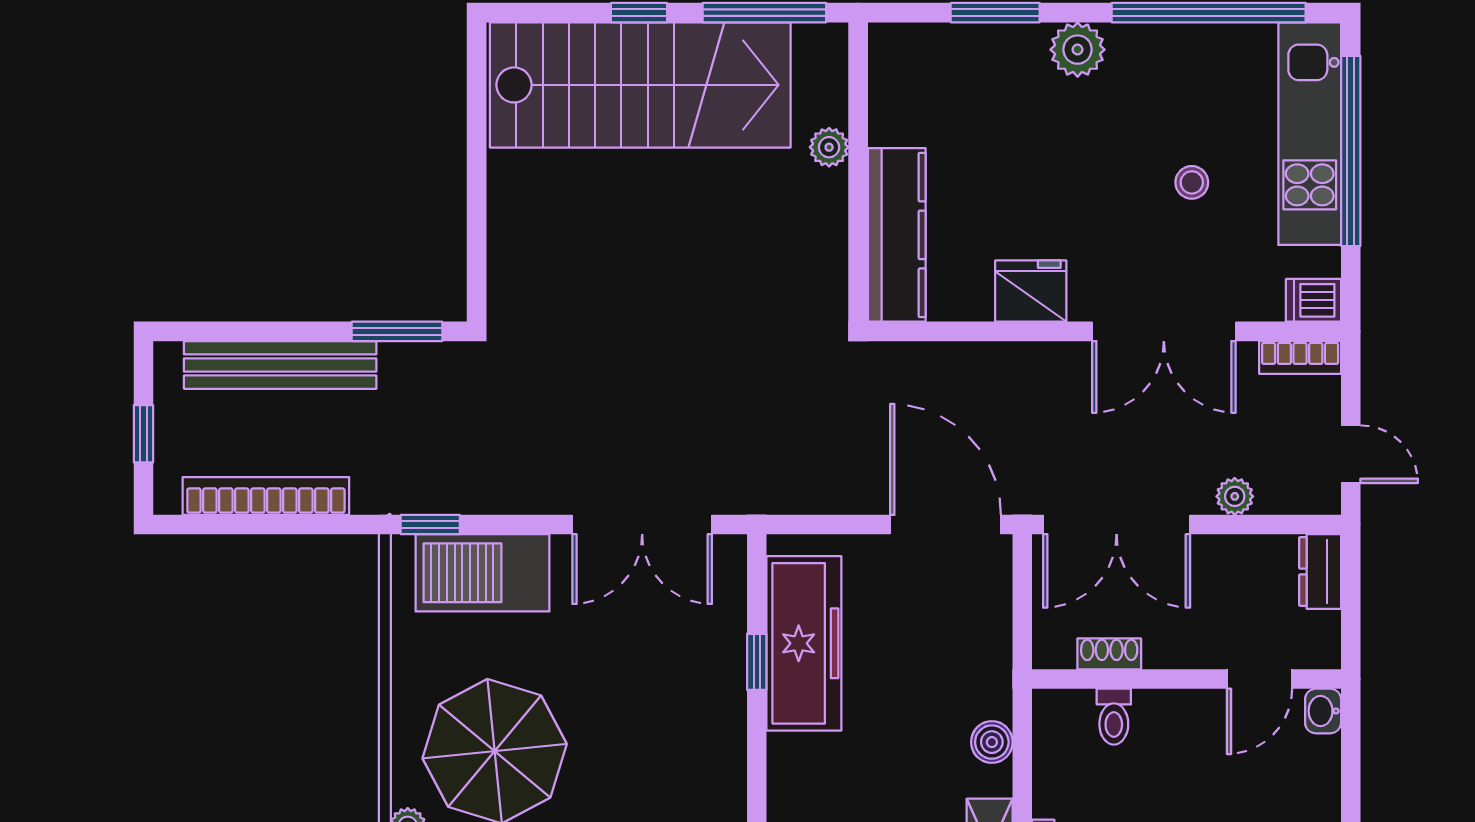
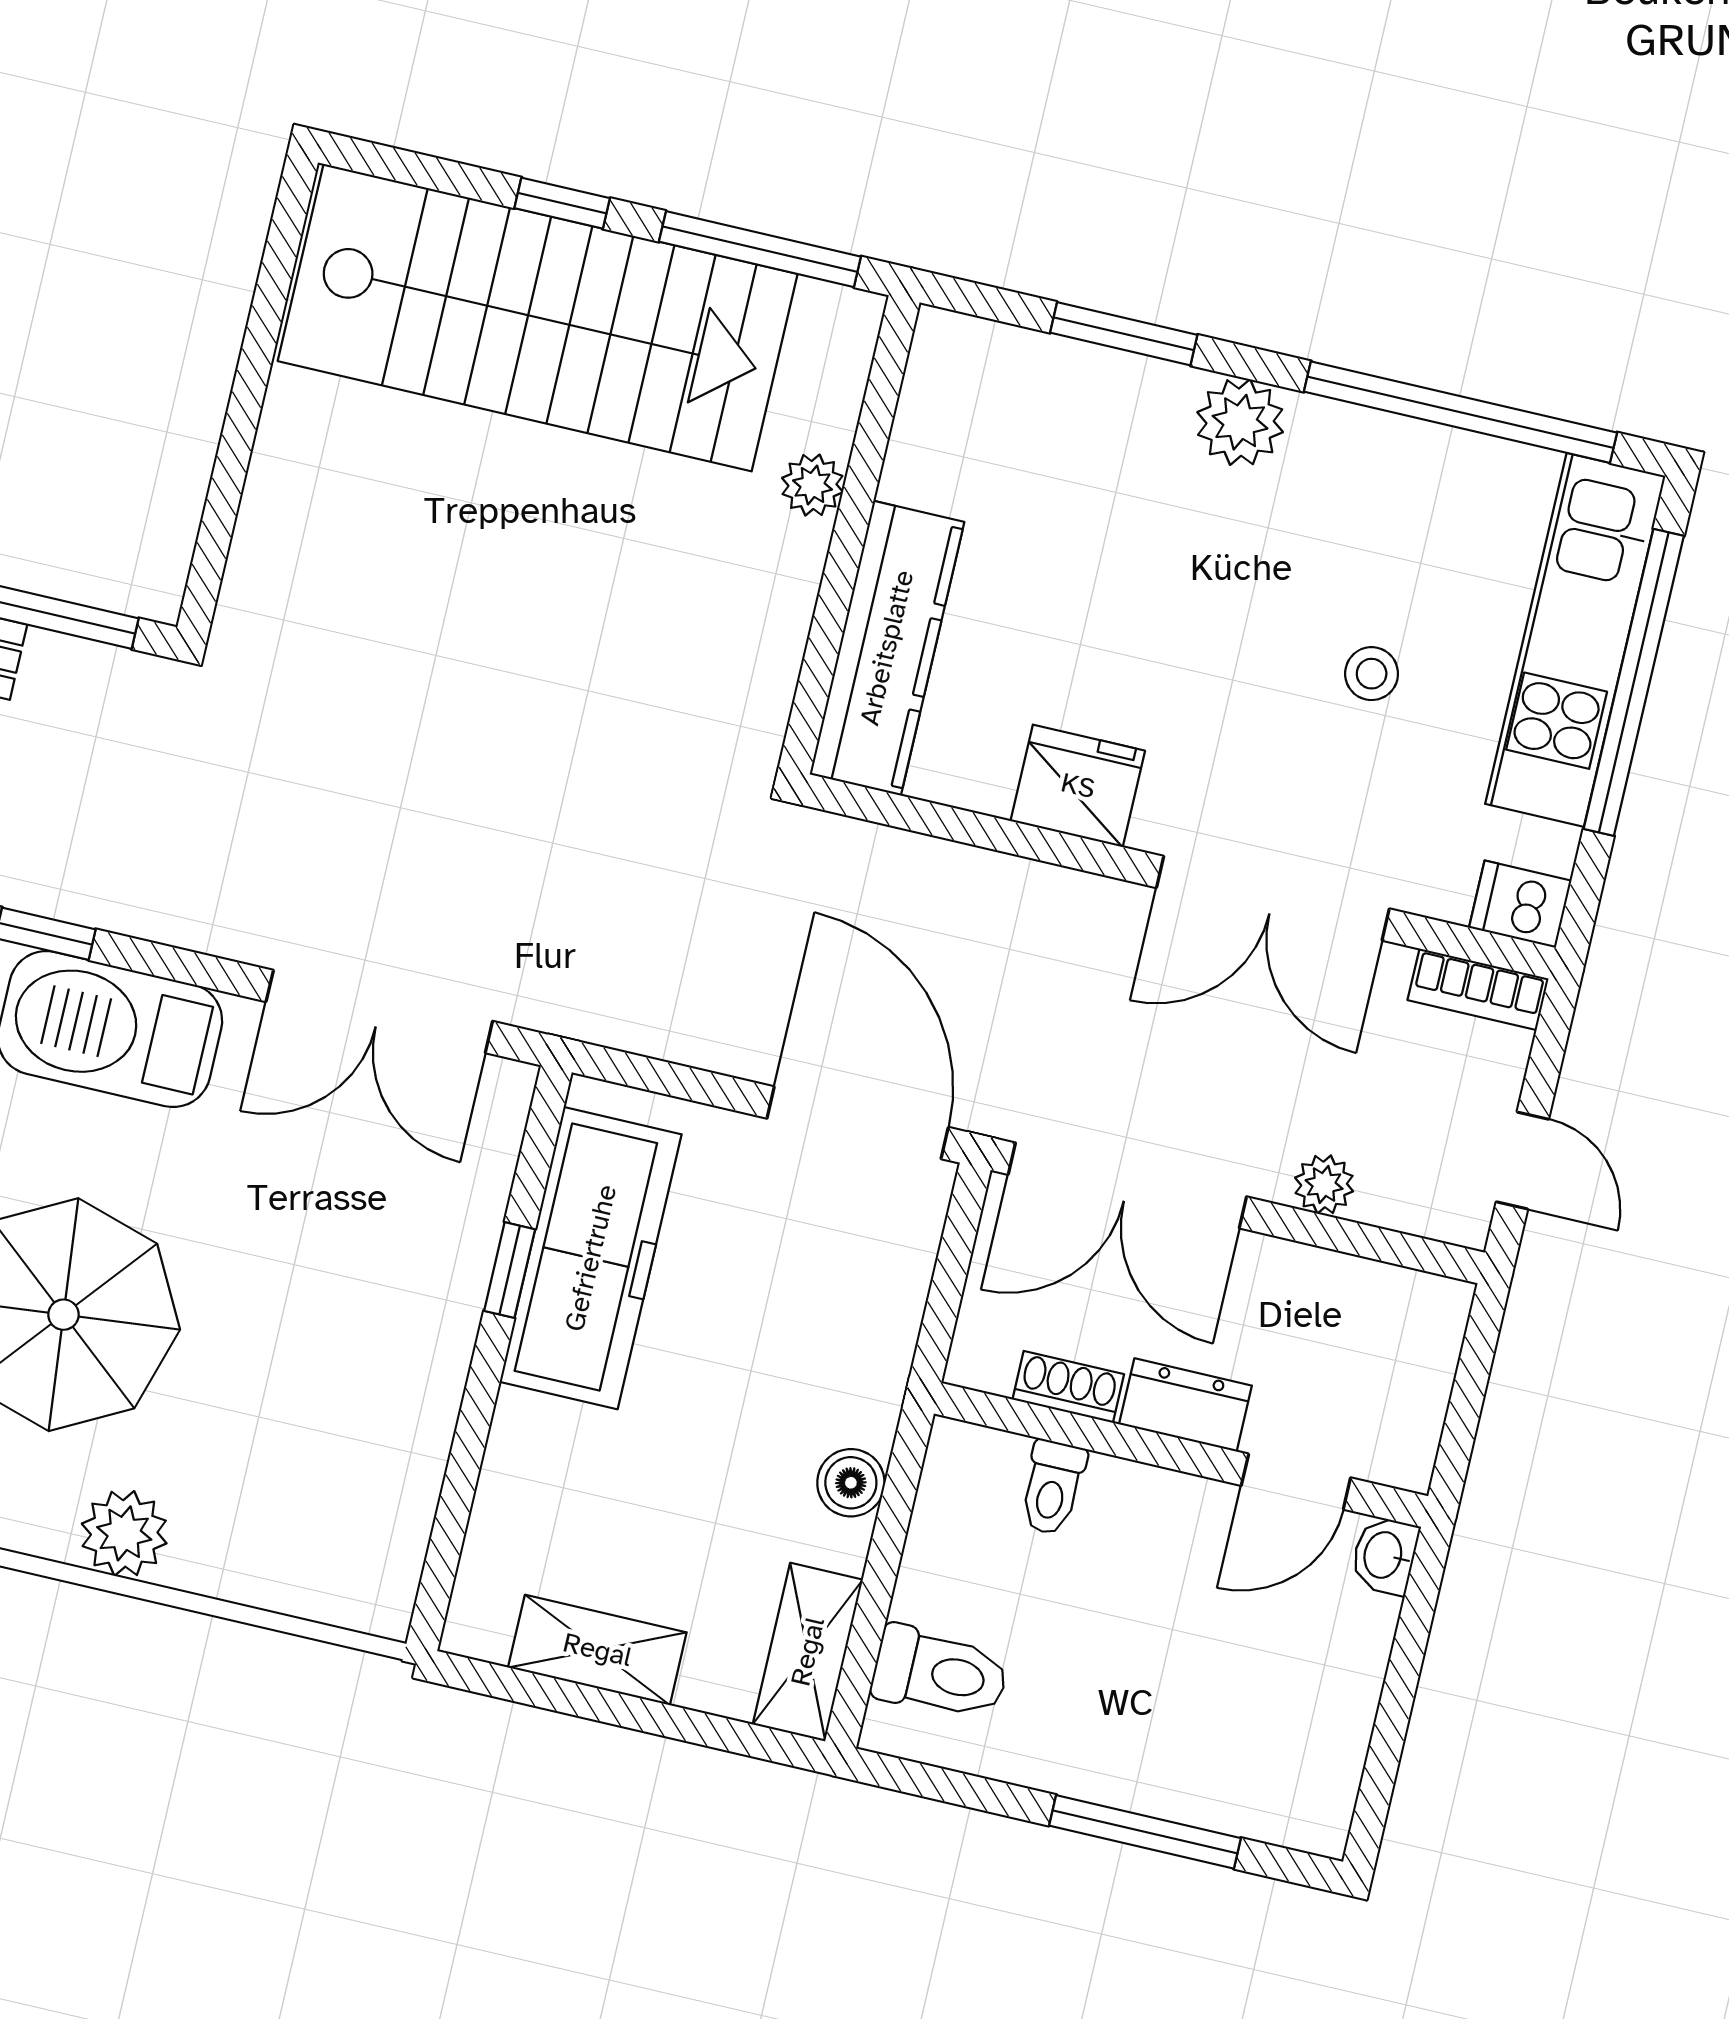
dresser: (1320, 571) -> (1185, 1405), moved, turned 90

